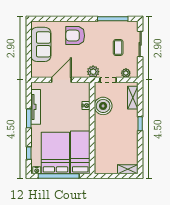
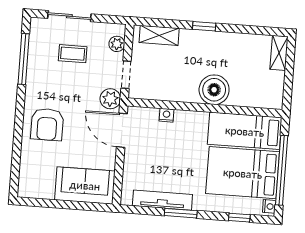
sofa: (41, 44) -> (85, 185), moved
door: (61, 80) -> (122, 130), moved
boiler: (103, 106) -> (214, 90), moved

